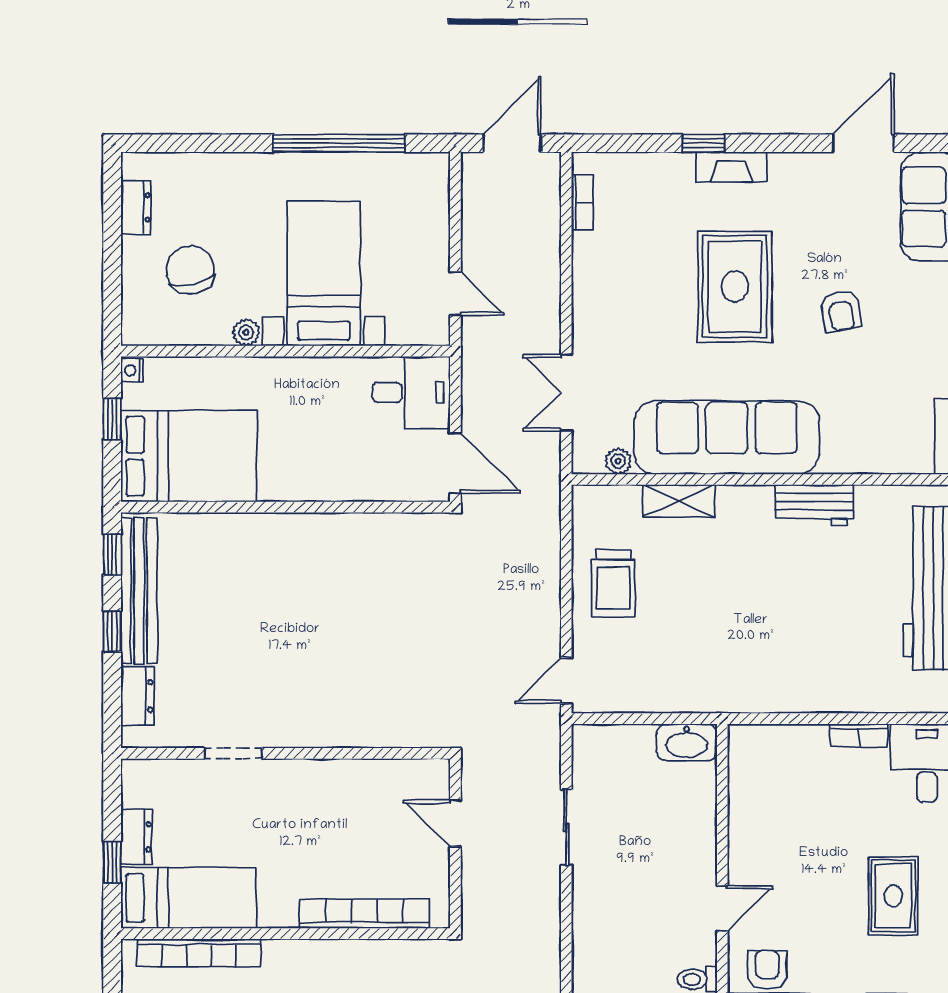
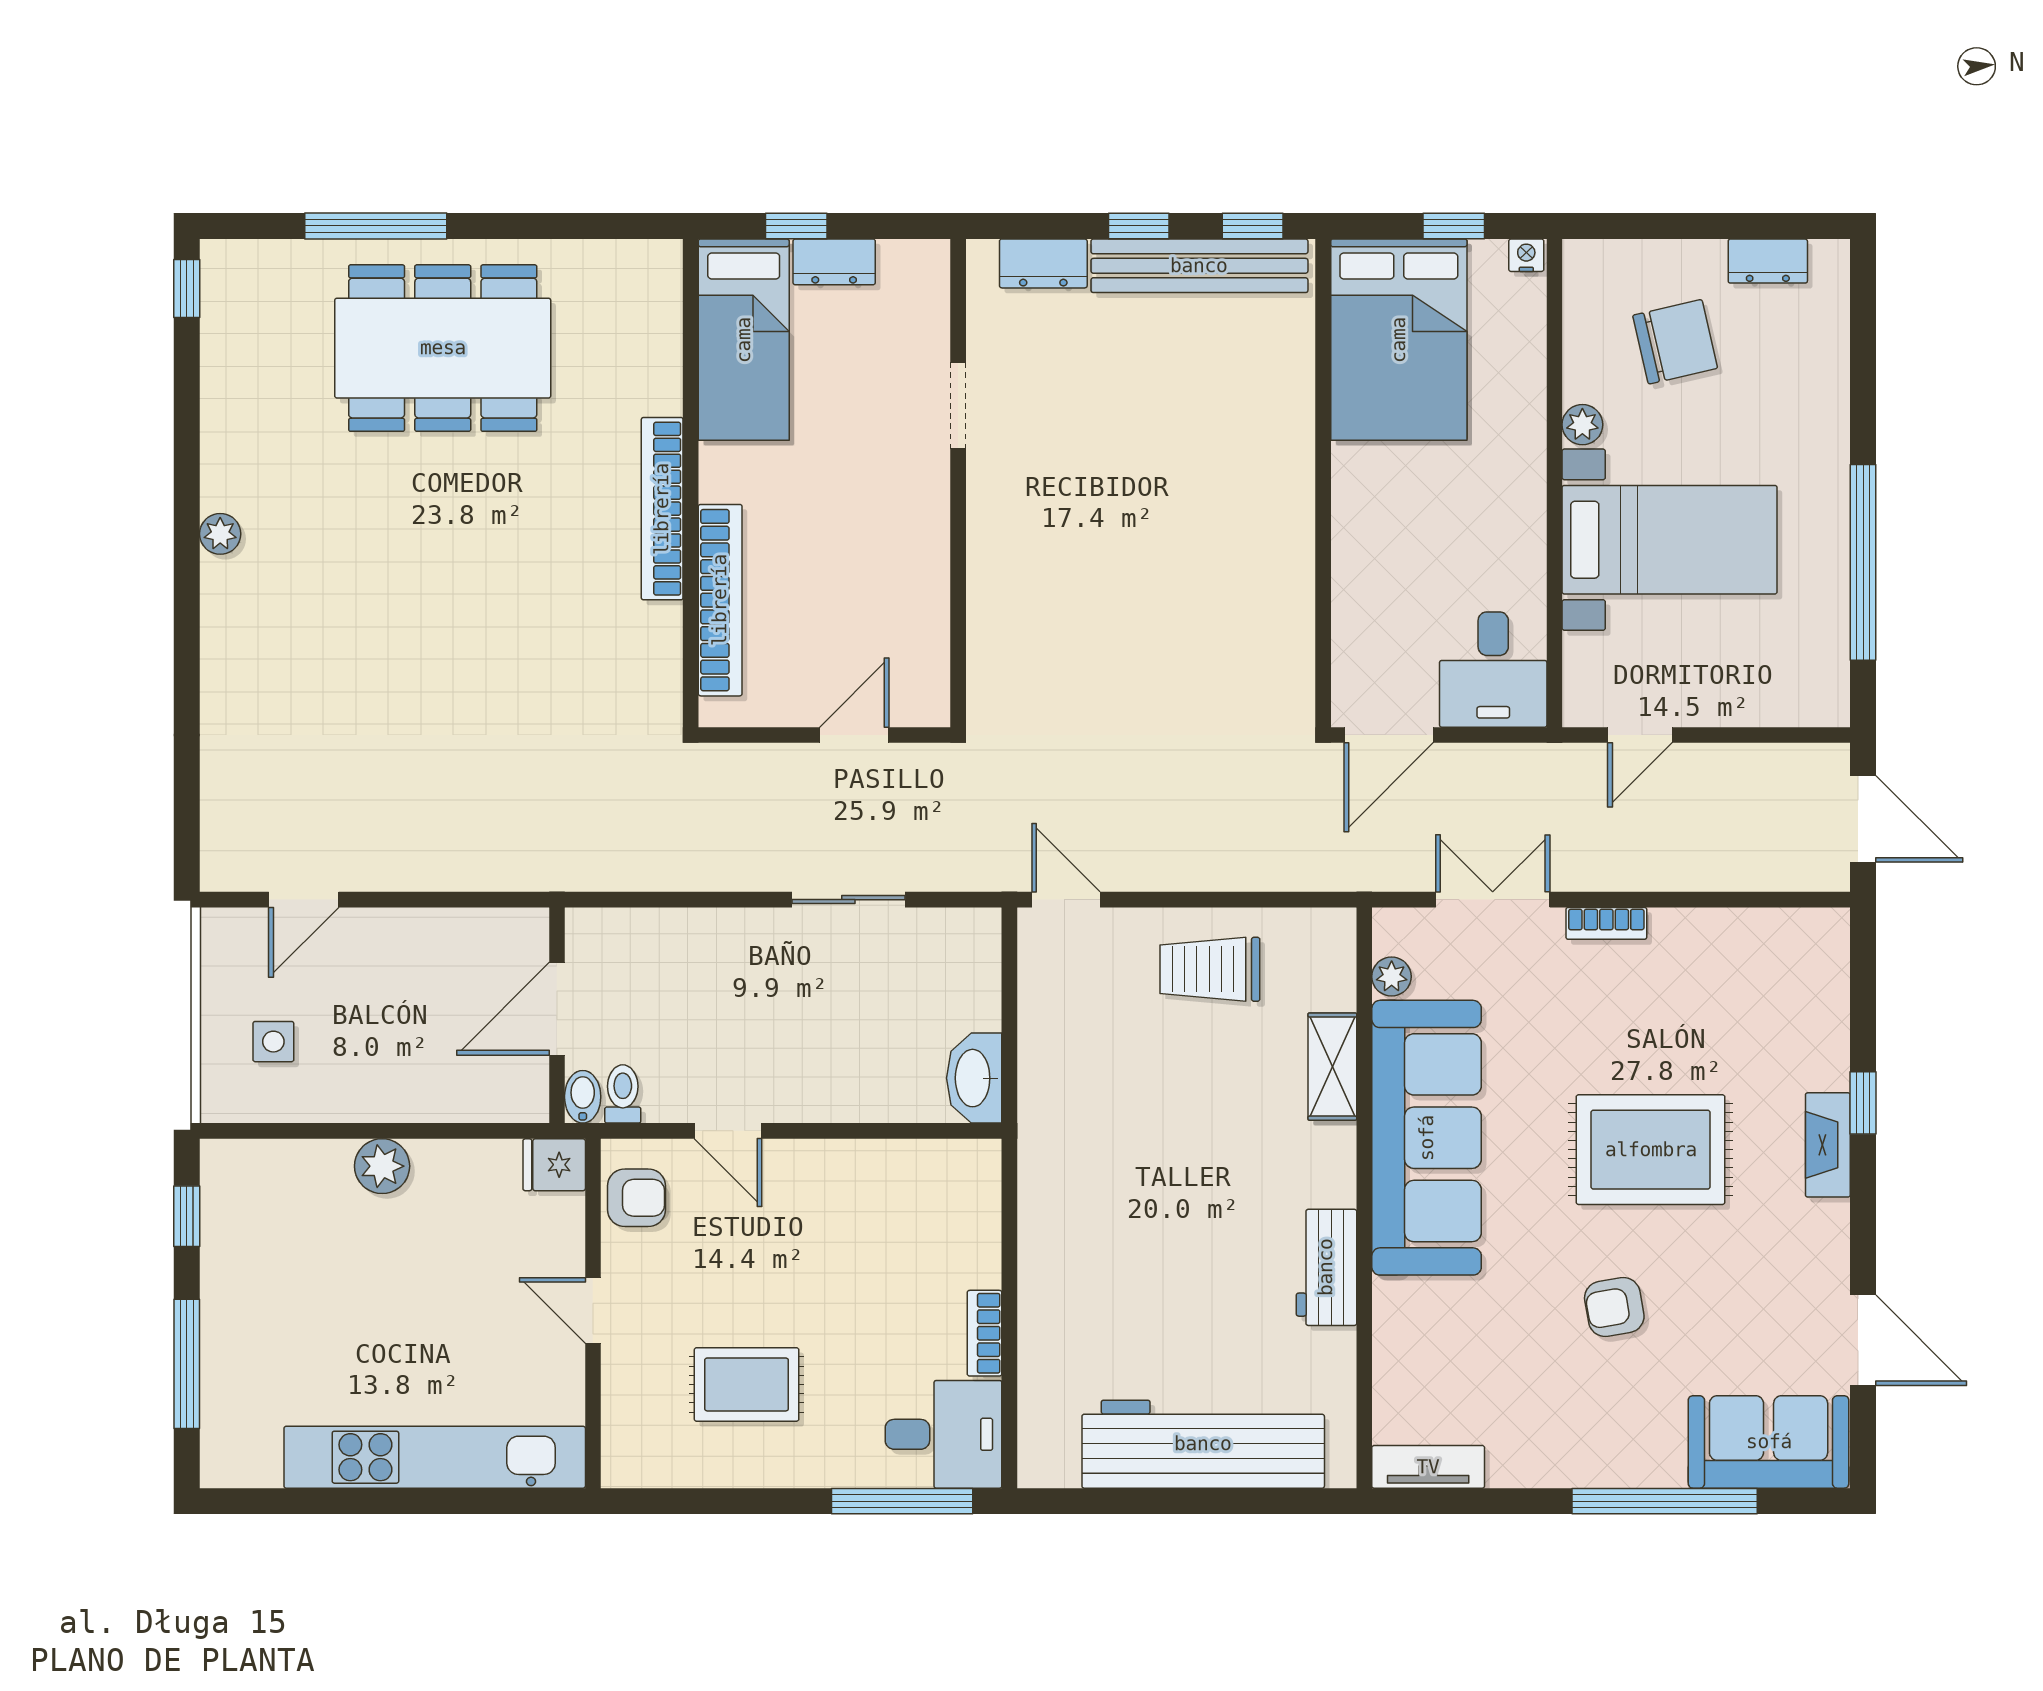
bookcase: (582, 202) -> (1606, 923), moved
bookcase: (199, 953) -> (662, 509), moved

